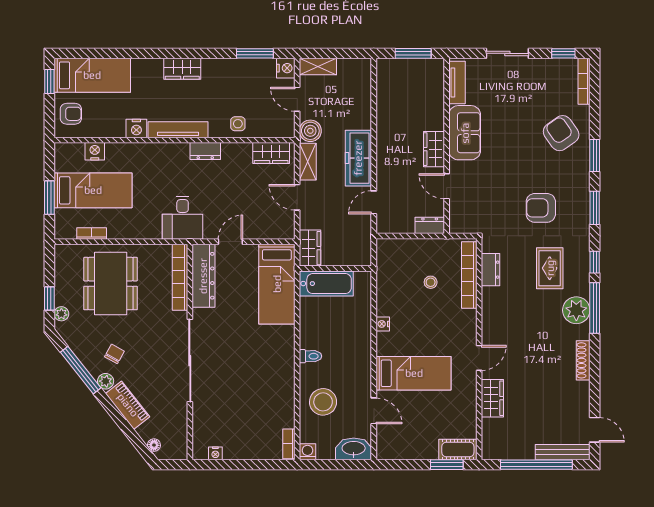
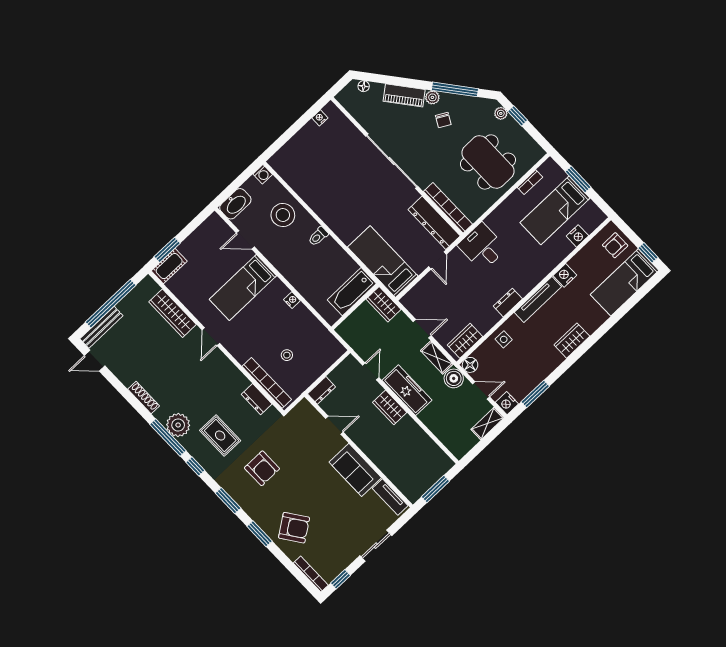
floor lamp: (286, 129) -> (470, 365), added
wardrobe: (434, 149) -> (390, 407), moved, turned 180
armchair: (541, 208) -> (262, 468), turned 90
wardrobe: (492, 398) -> (173, 313), width x1.50
bookcase: (289, 444) -> (279, 168), removed

